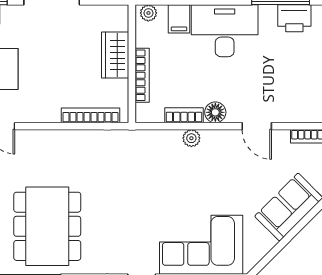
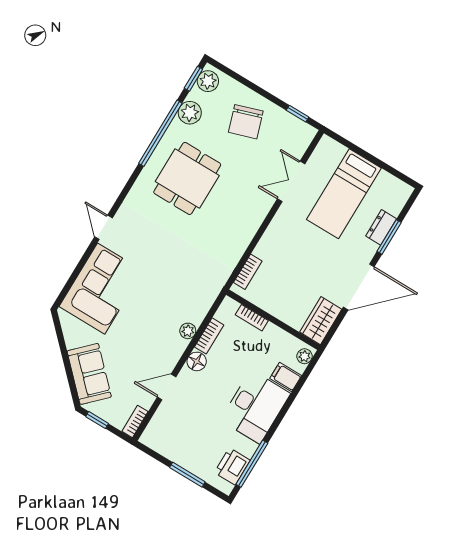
wardrobe: (115, 55) -> (321, 321), moved, turned -90
bookcase: (142, 75) -> (252, 318), width x0.64
bookcase: (90, 115) -> (248, 272), width x0.64
dining table: (47, 226) -> (187, 178), width x0.73

